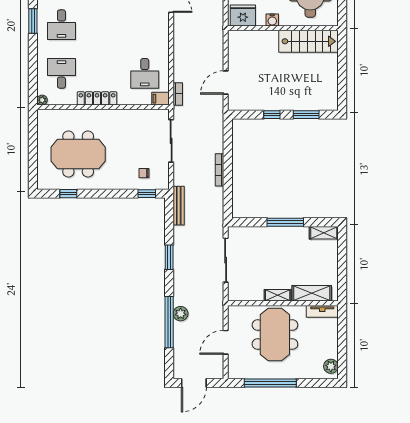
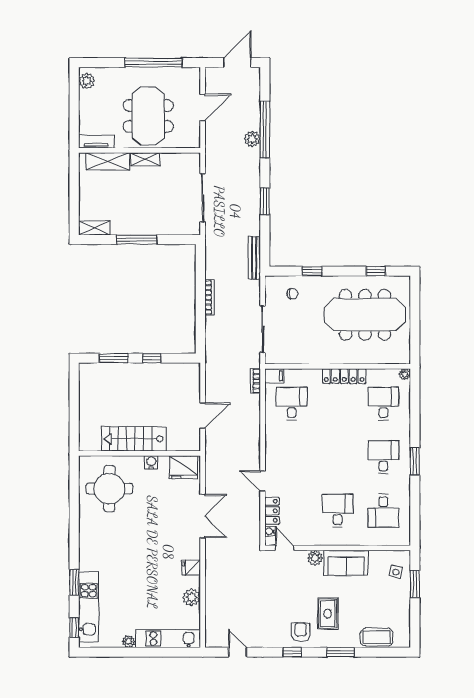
stairs: (309, 41) -> (134, 439), moved
desk: (61, 73) -> (383, 404), turned 180
door: (226, 83) -> (203, 415), moved
meeting table: (78, 154) -> (365, 315), width x1.36
window: (147, 194) -> (312, 271), moved

